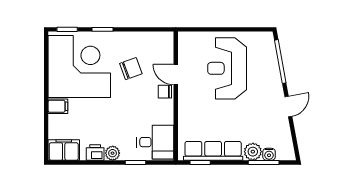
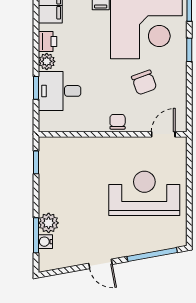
door: (176, 75) -> (163, 134), moved
desk: (155, 142) -> (60, 91), moved, turned 90
row of seats: (213, 151) -> (49, 177), removed

